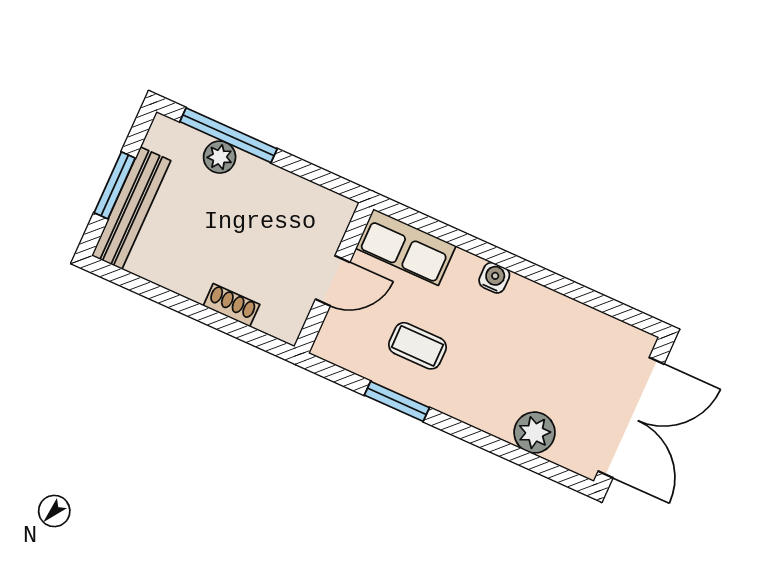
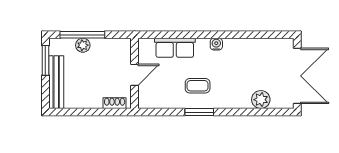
window: (115, 185) -> (45, 60), moved
wall: (334, 278) -> (134, 73), moved
door: (333, 281) -> (134, 75), moved

